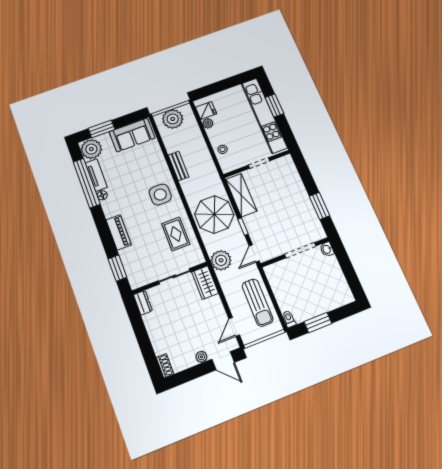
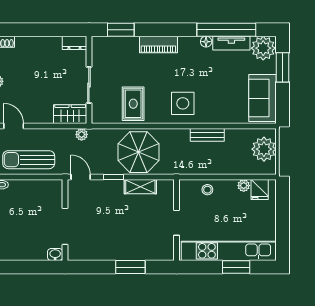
shelving: (241, 195) -> (140, 187), width x0.67, depth x0.75
window: (319, 206) -> (130, 267), moved
rug: (176, 234) -> (133, 104), turned 90
plant: (221, 260) -> (82, 134), width x0.53, depth x0.53

